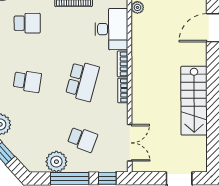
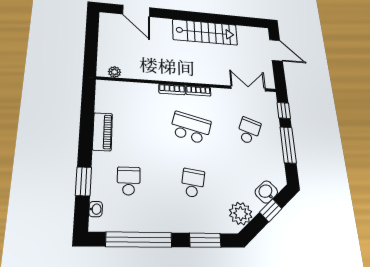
desk: (111, 29) -> (136, 97), removed
washbasin: (21, 151) -> (266, 192), added
plant: (56, 162) -> (273, 157), removed

